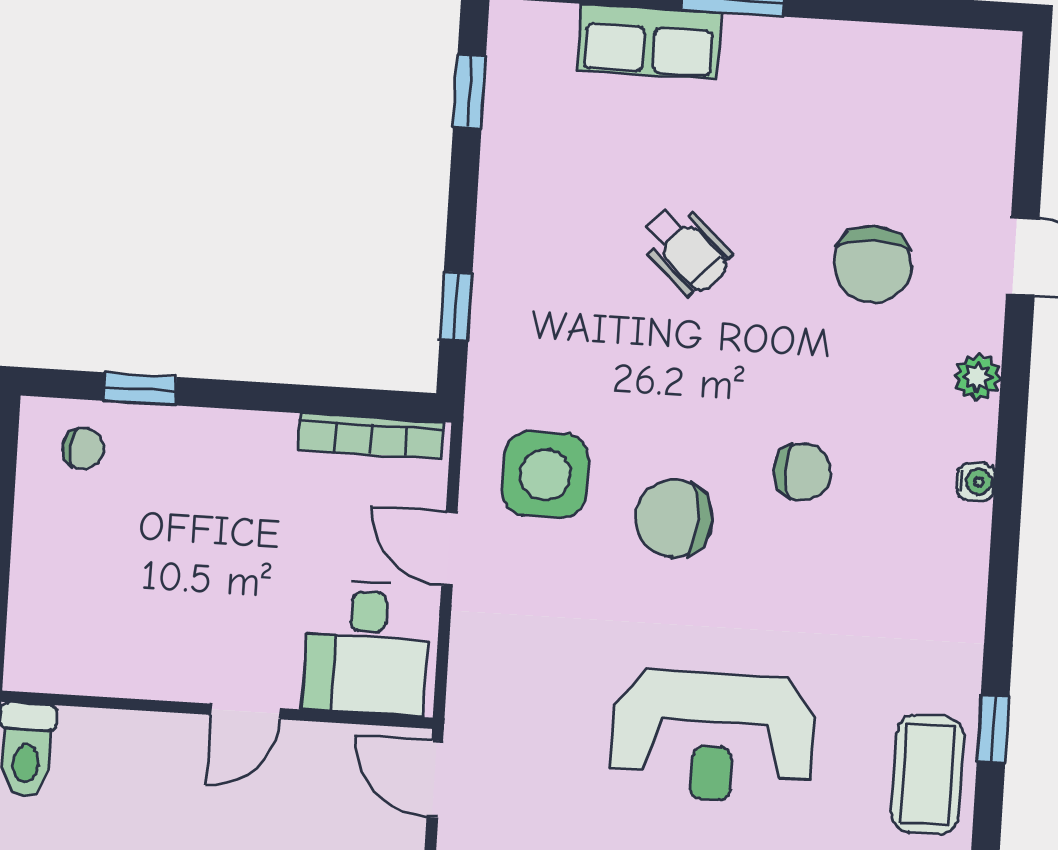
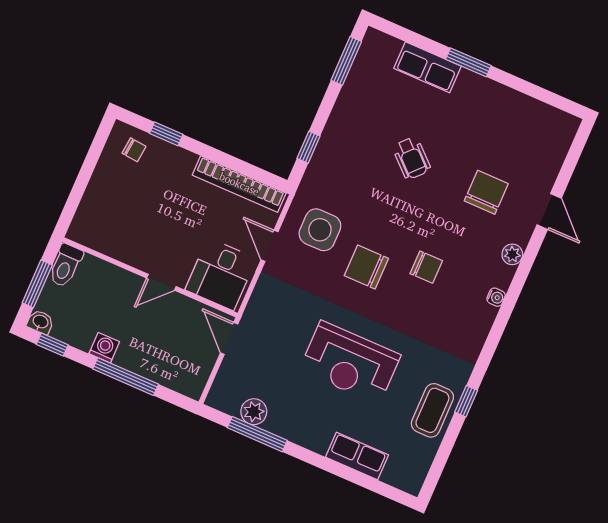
window: (470, 91) -> (346, 61), width x1.50
chair: (873, 264) -> (486, 192), turned 180
bookcase: (371, 436) -> (239, 184), width x1.48, depth x1.31

